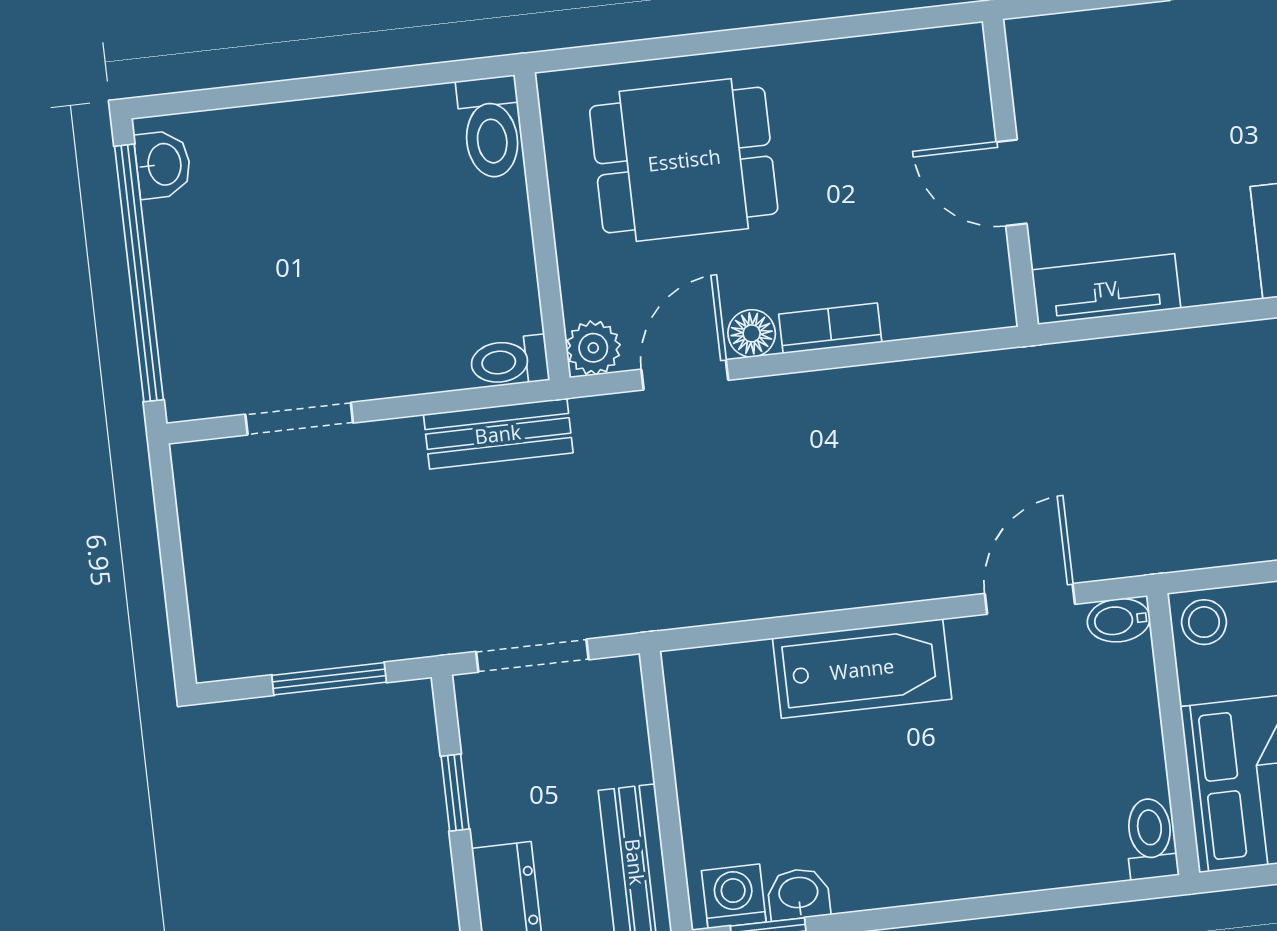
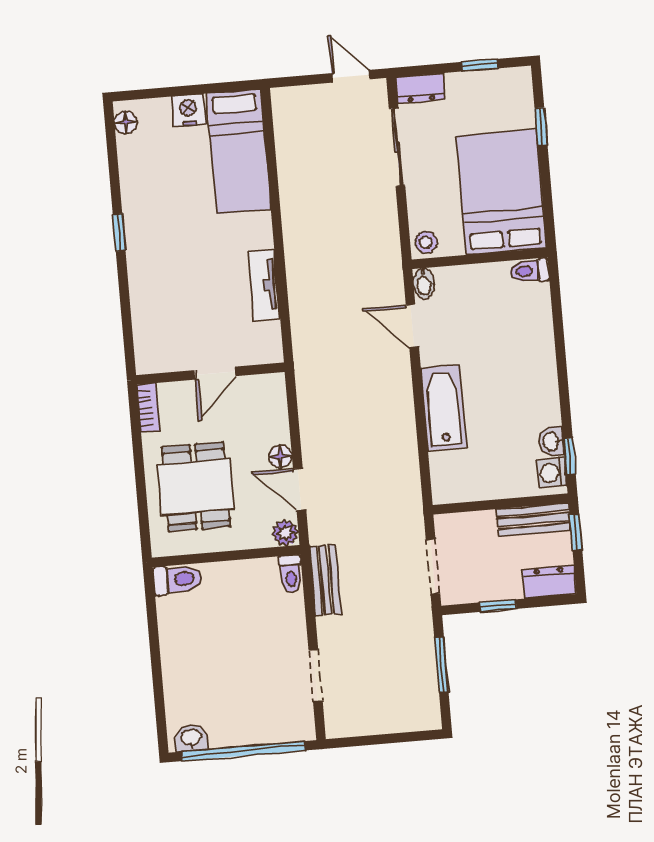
wall: (1010, 173) -> (210, 374), moved
door: (1012, 183) -> (215, 373), moved
bookcase: (830, 328) -> (148, 408), moved, turned 180

